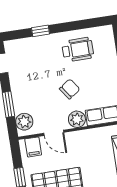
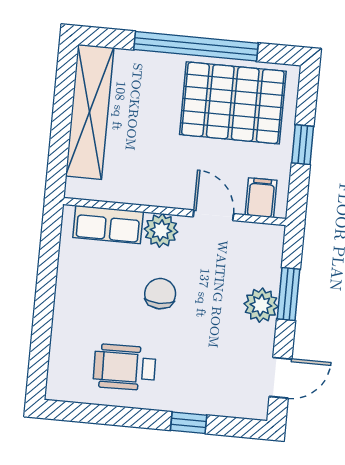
chair: (70, 89) -> (160, 294), turned 125
plant: (24, 122) -> (261, 305), moved

